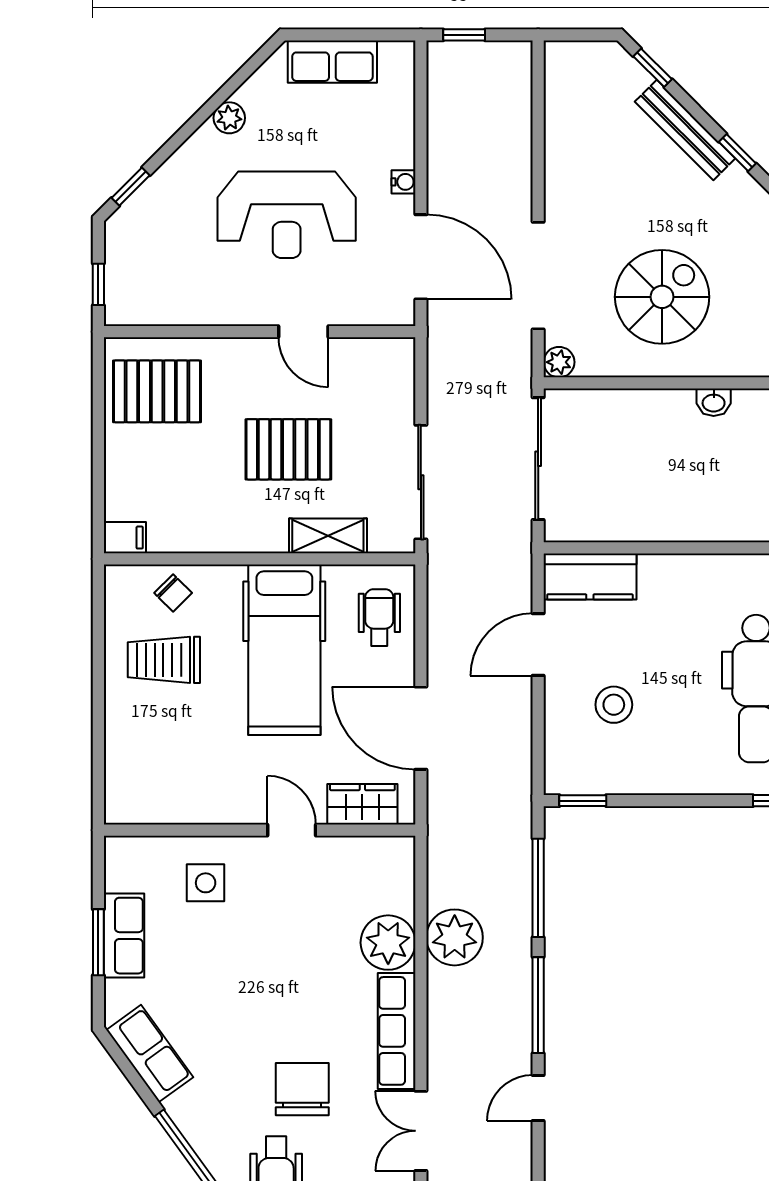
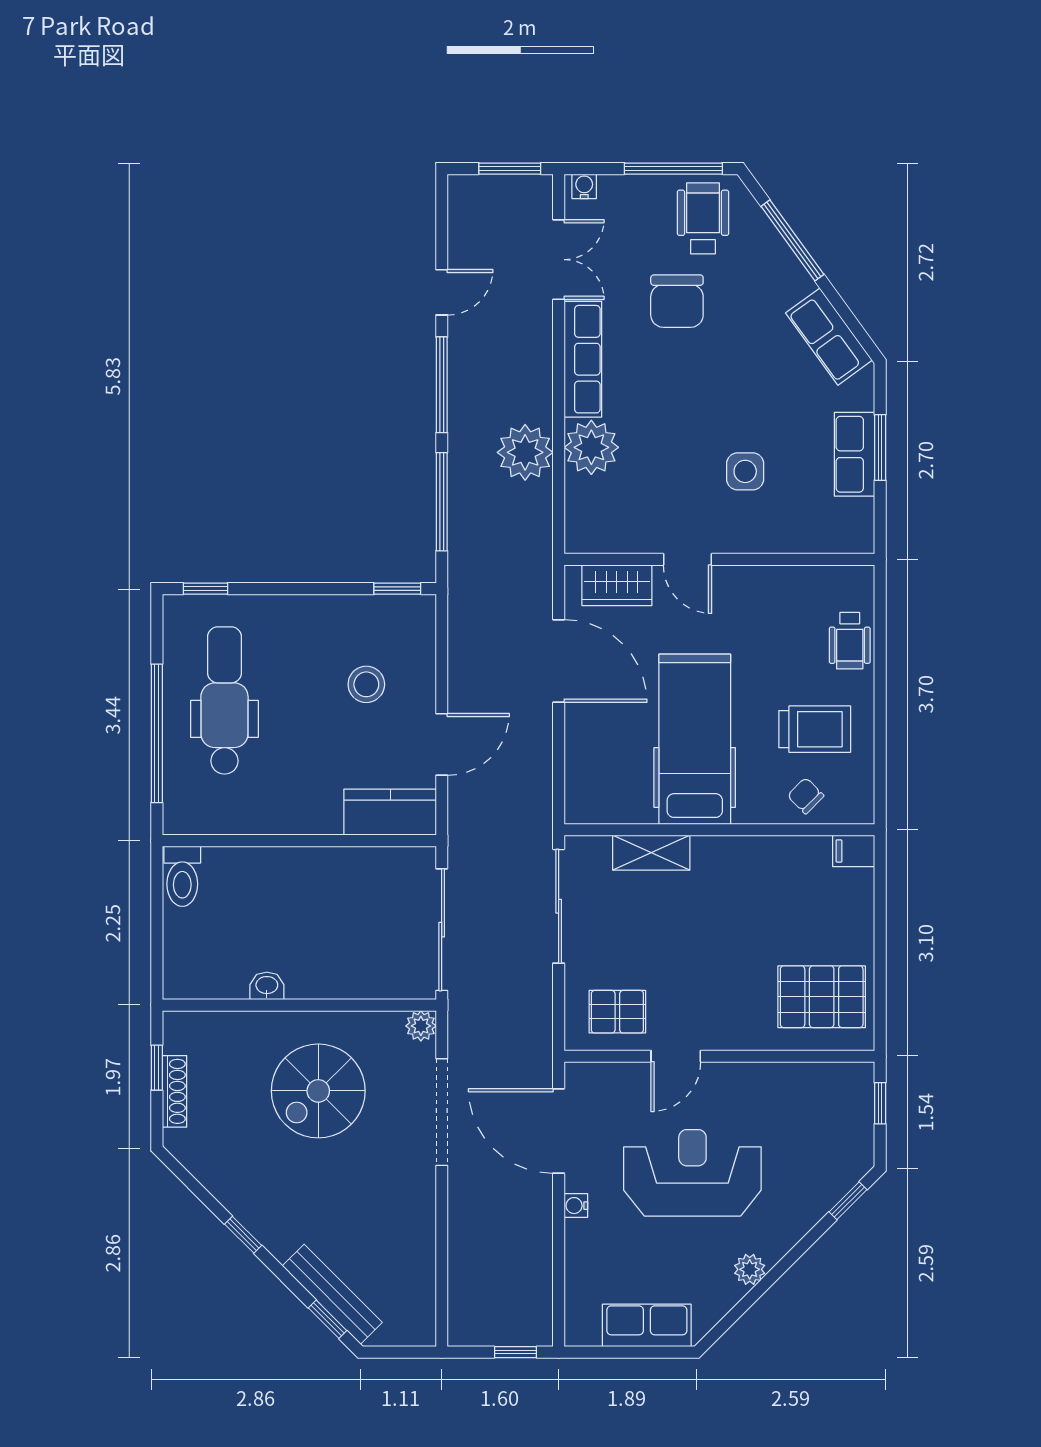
bench: (685, 130) -> (332, 1294), moved
door: (303, 332) -> (676, 1056), swing flipped
pallet: (288, 449) -> (617, 1012), moved, width x0.67, depth x0.71
wheelchair: (379, 617) -> (850, 641), moved
side table: (206, 883) -> (745, 471), moved

